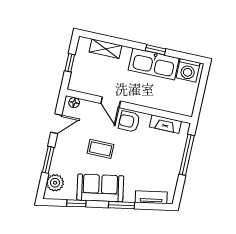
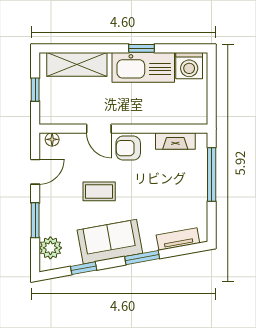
shelving: (105, 49) -> (77, 64), width x1.50, depth x1.33

